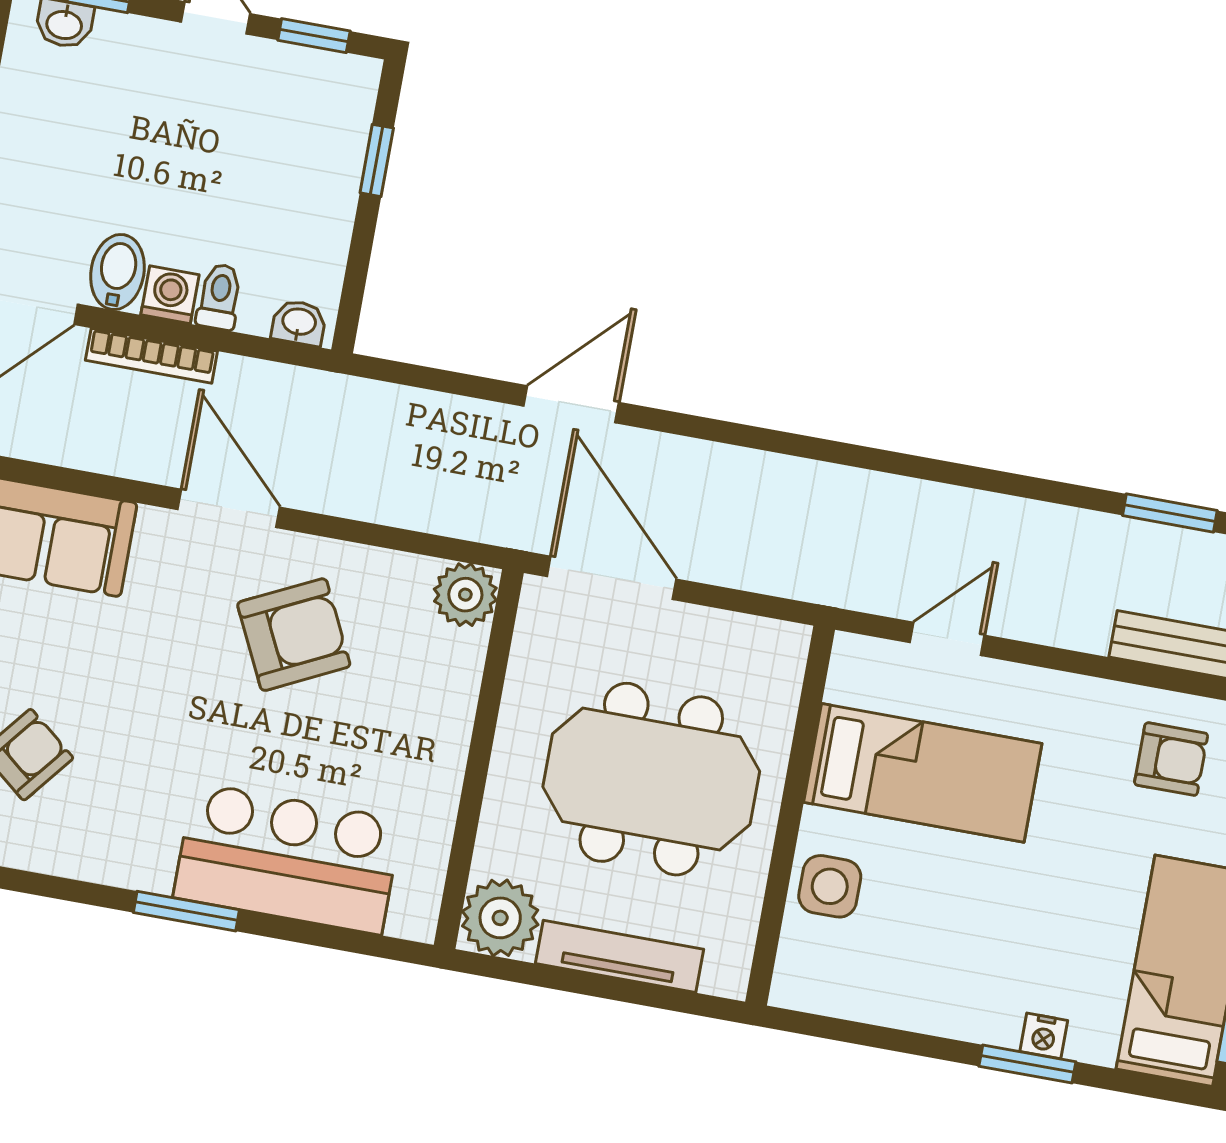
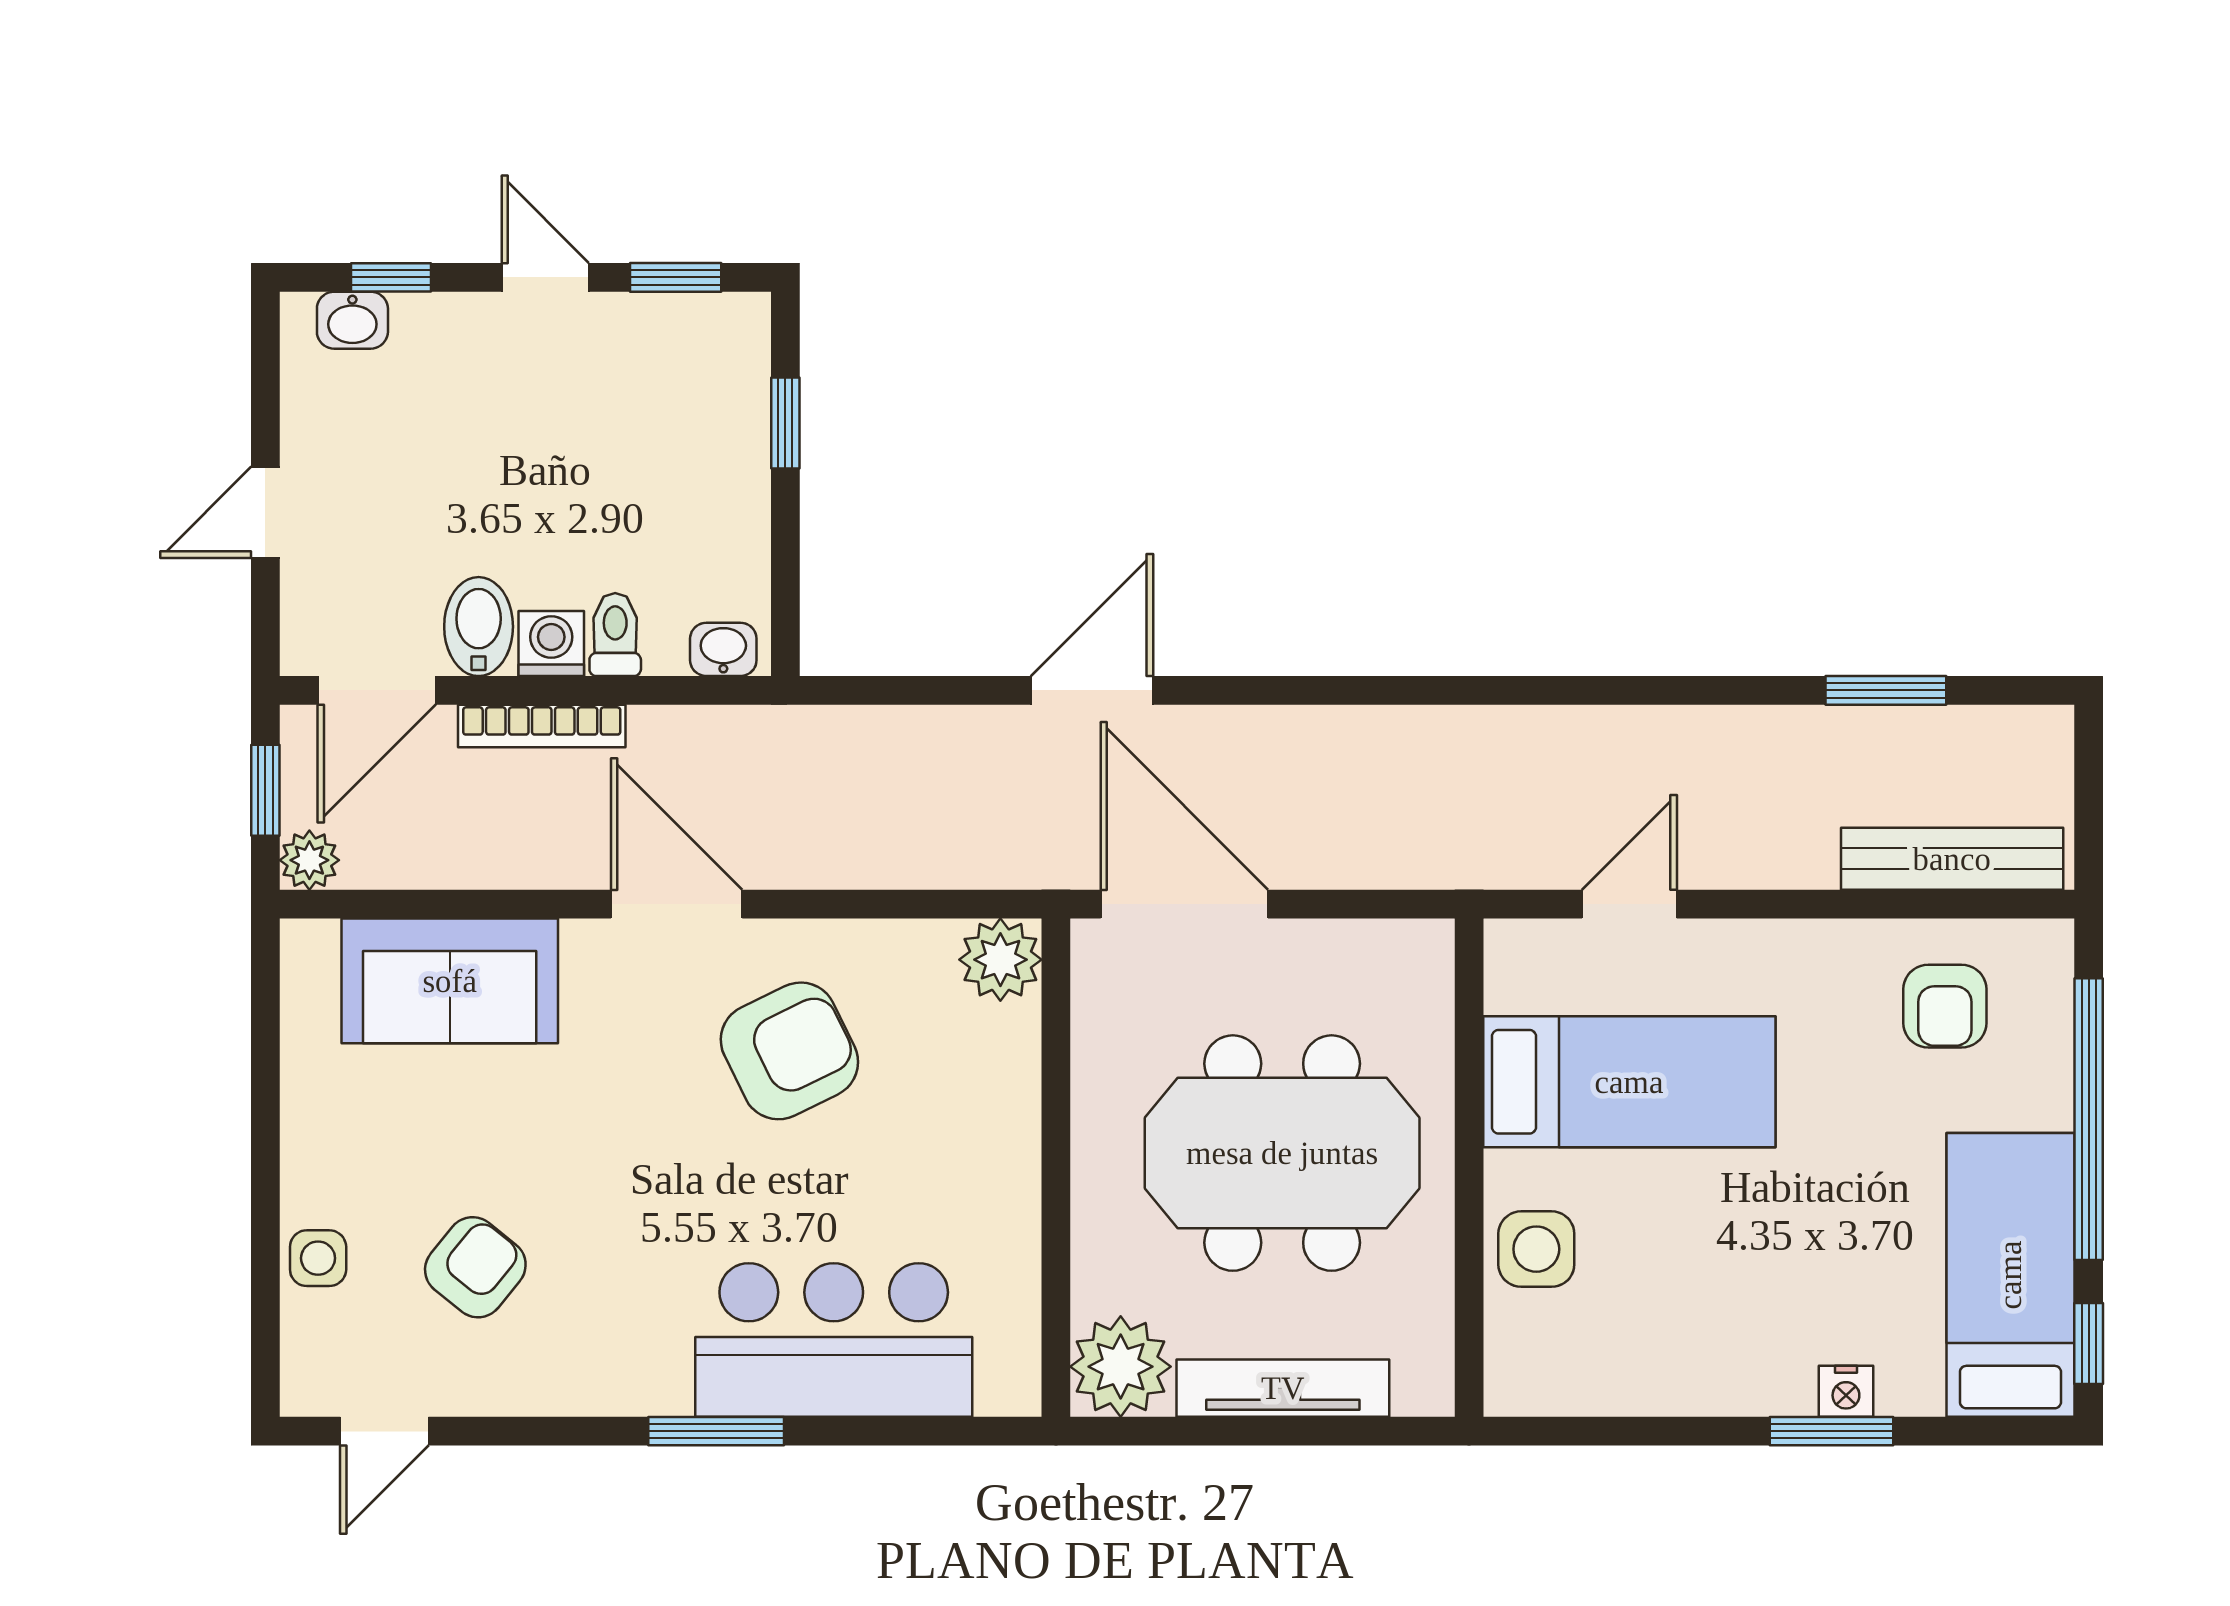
armchair: (1171, 759) -> (1945, 1006), turned 90

